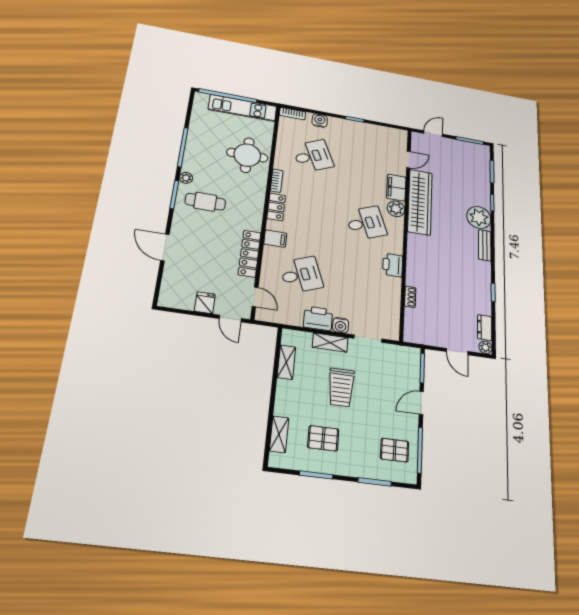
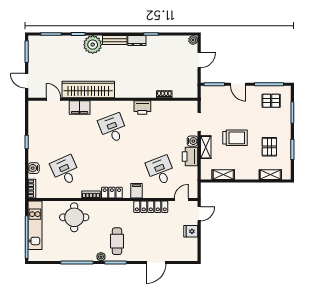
plant: (396, 209) -> (97, 107), removed
dresser: (485, 328) -> (137, 41), moved
pallet: (395, 450) -> (271, 101), turned 90

